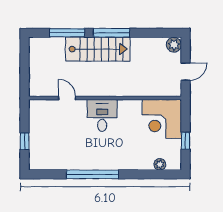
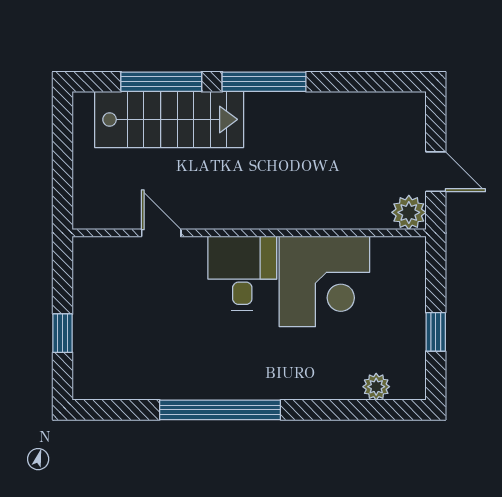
plant: (174, 45) -> (409, 212), moved
stairs: (98, 49) -> (169, 119), moved
door: (186, 72) -> (436, 172), hinge flipped
corner desk: (162, 119) -> (324, 281), moved, turned -90

